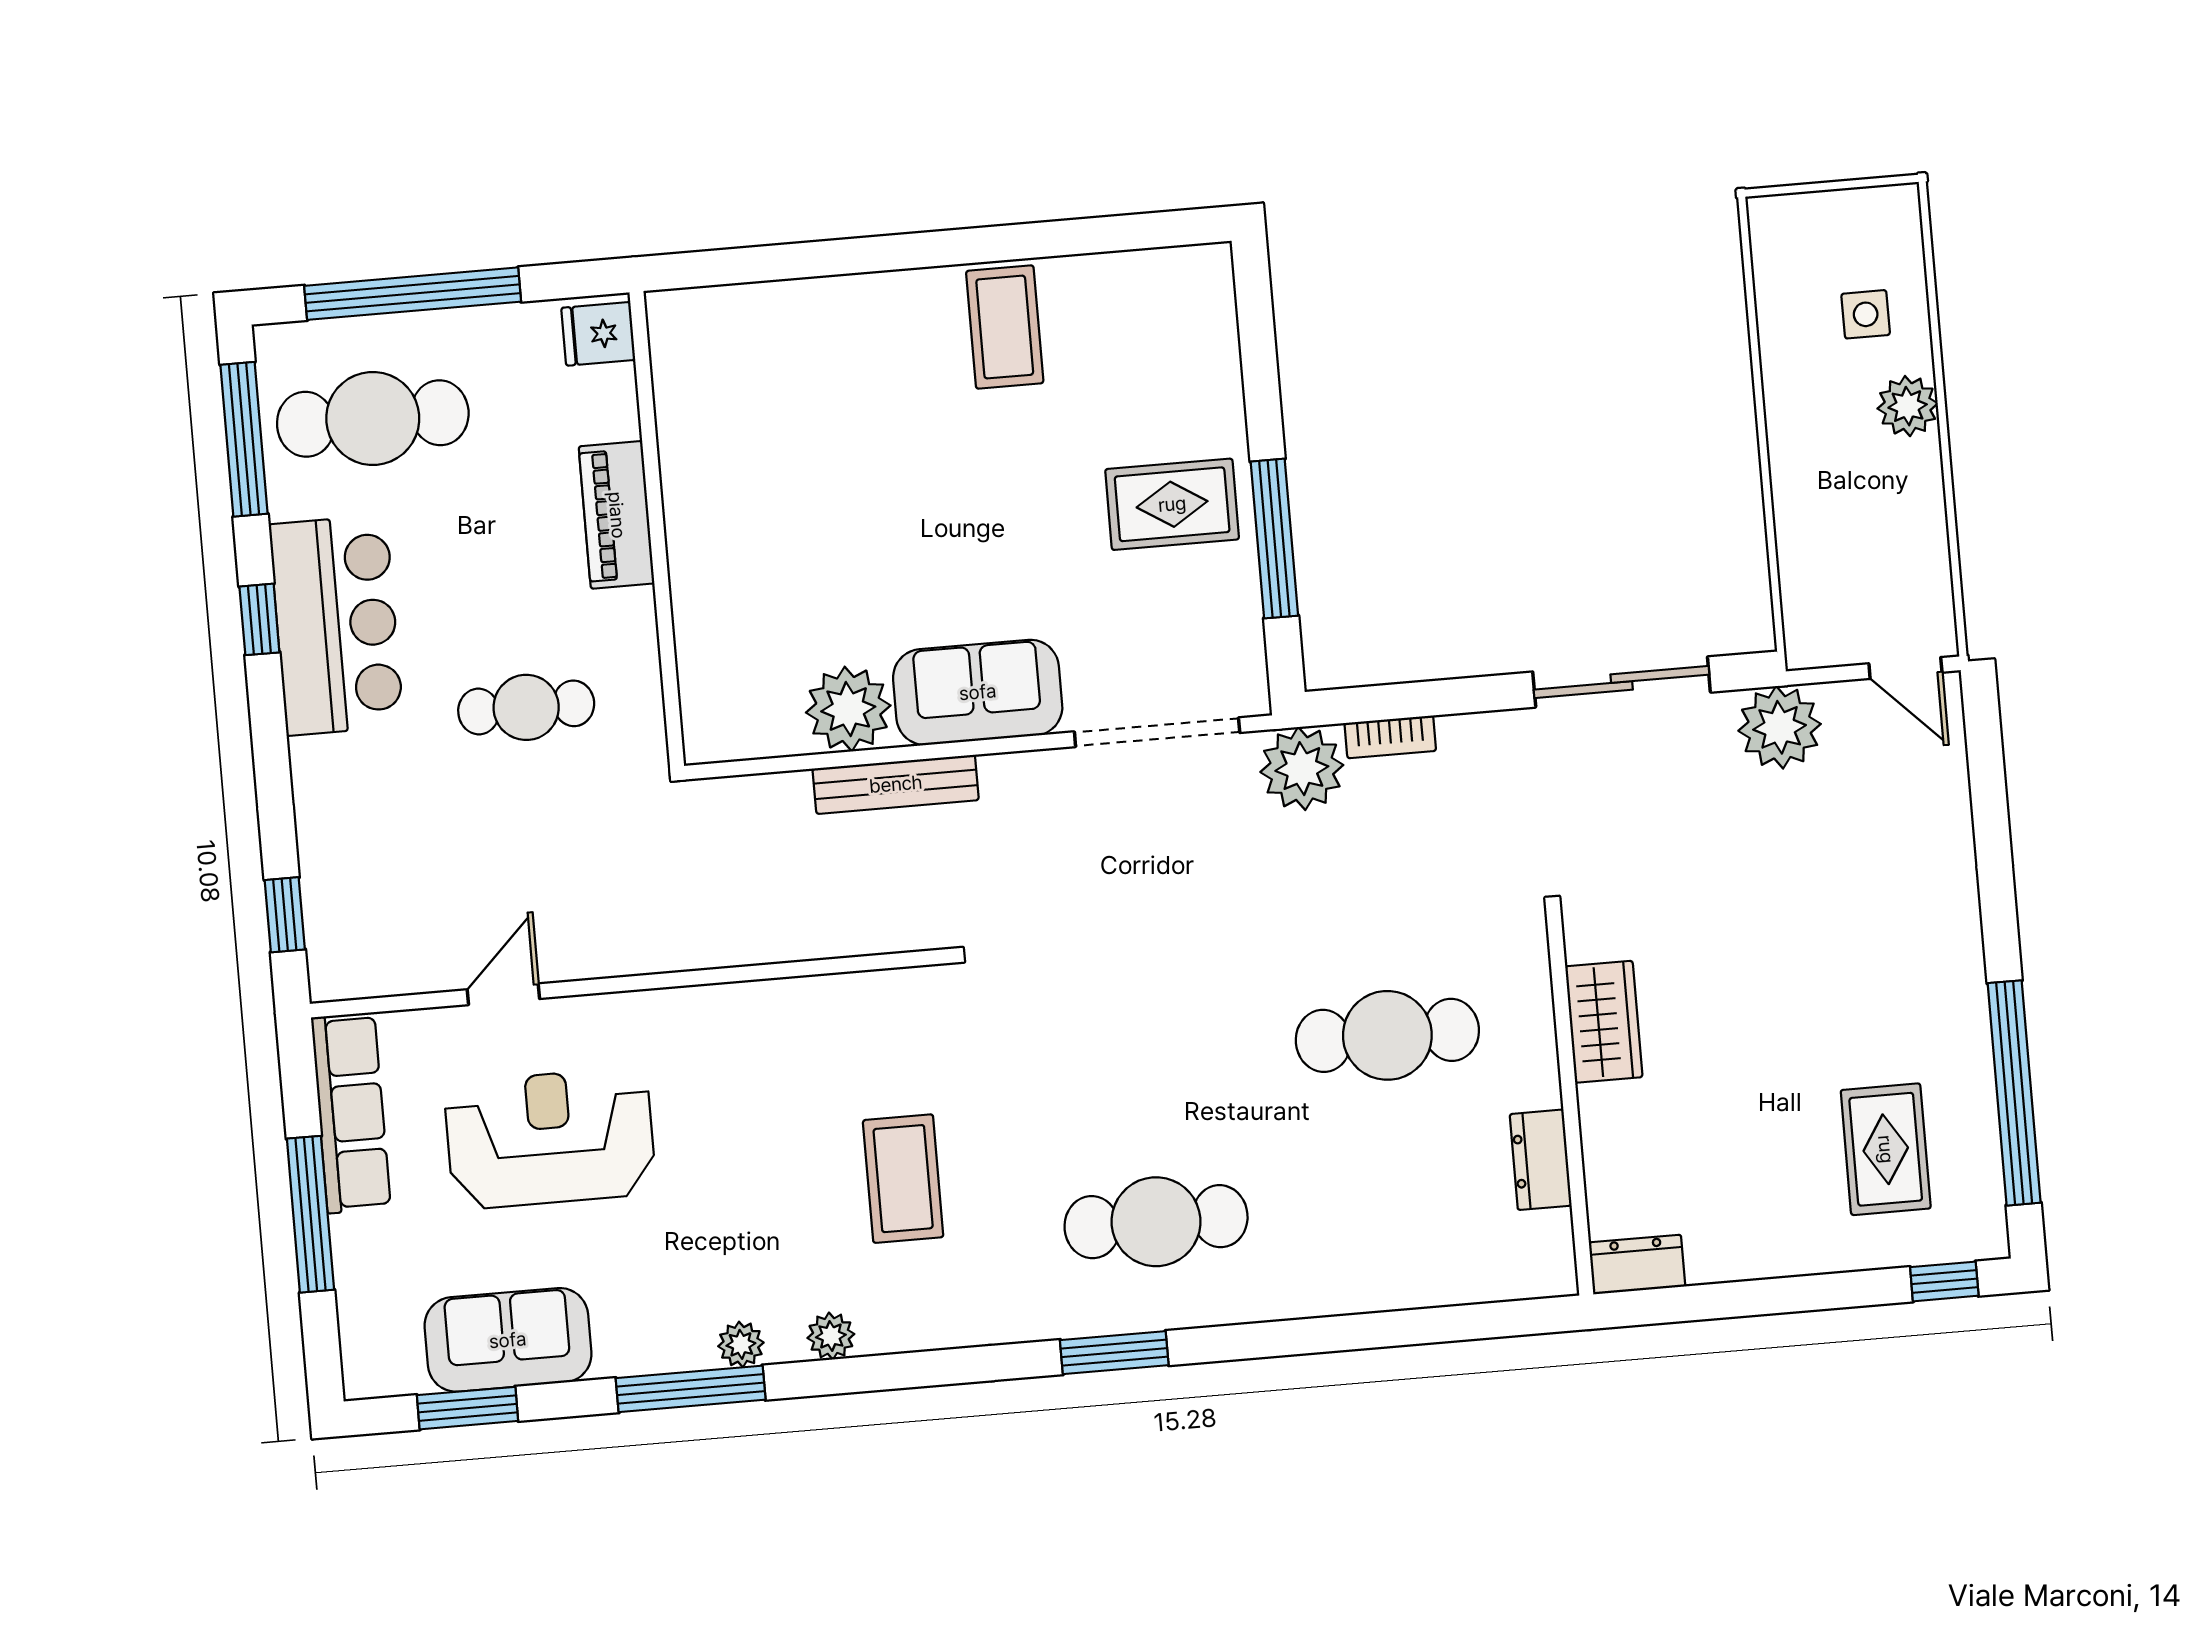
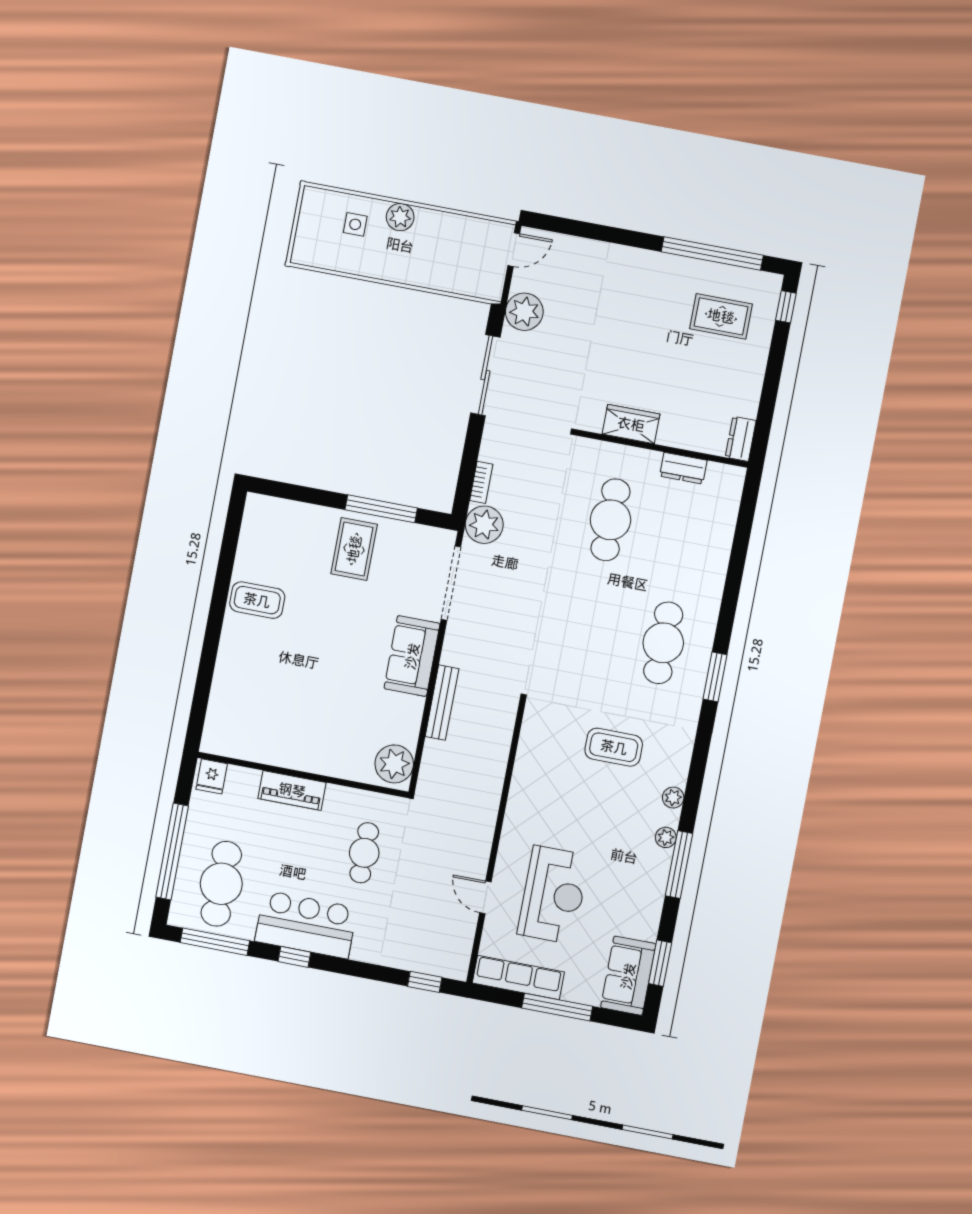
plant: (848, 709) -> (394, 764), moved
reception desk: (550, 1138) -> (553, 895), turned 180
sofa: (508, 1340) -> (628, 976), moved

